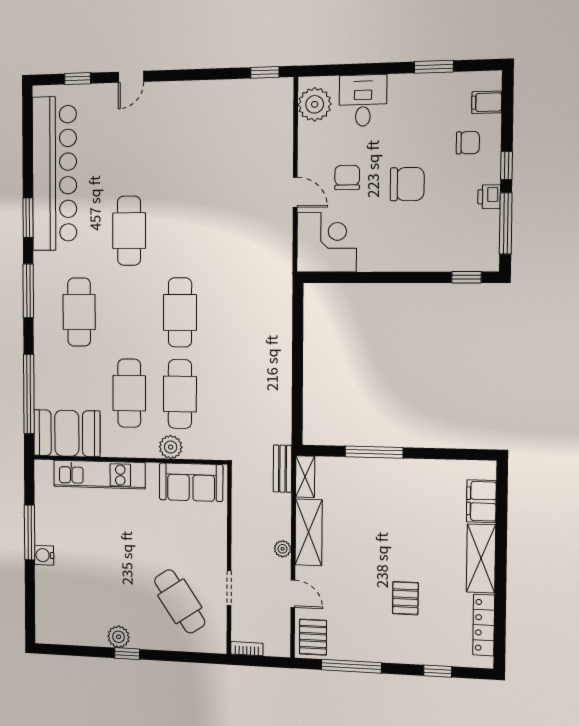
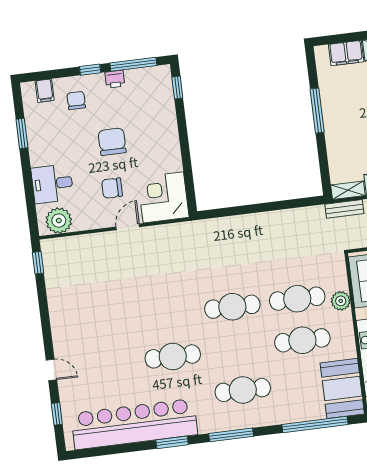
window: (374, 452) -> (317, 111), moved

